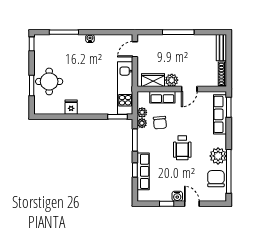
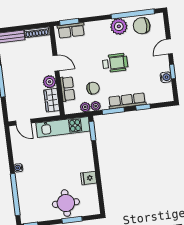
window: (64, 32) -> (15, 194), width x1.46
row of seats: (220, 114) -> (71, 30), width x0.68
row of seats: (143, 171) -> (127, 101), moved
water cooler: (177, 196) -> (166, 77), moved

